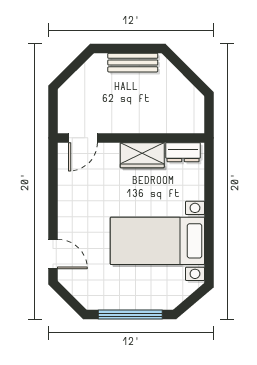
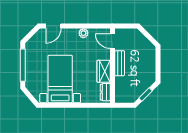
bench: (133, 63) -> (120, 63), moved
window: (188, 73) -> (146, 95), added
plant: (67, 195) -> (83, 33), added

